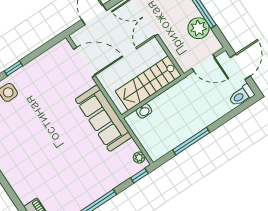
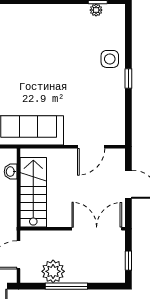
door: (84, 62) -> (91, 147), width x0.73

